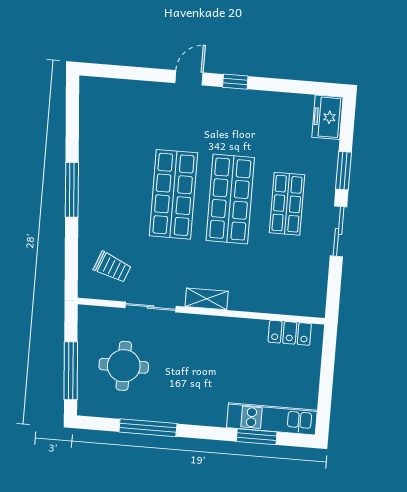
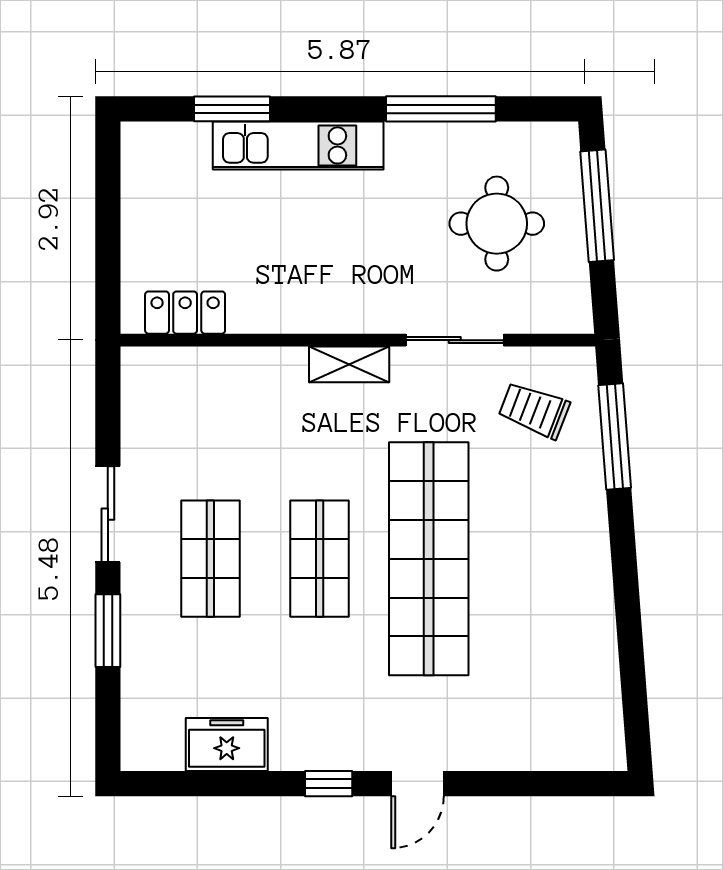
freezer: (327, 117) -> (227, 744), moved, turned -90
window: (72, 190) -> (615, 437), moved
shop shelf: (173, 194) -> (429, 559), width x1.40
shop shelf: (230, 199) -> (320, 559), width x0.70, depth x0.74
kitchen unit: (272, 419) -> (298, 145), moved

